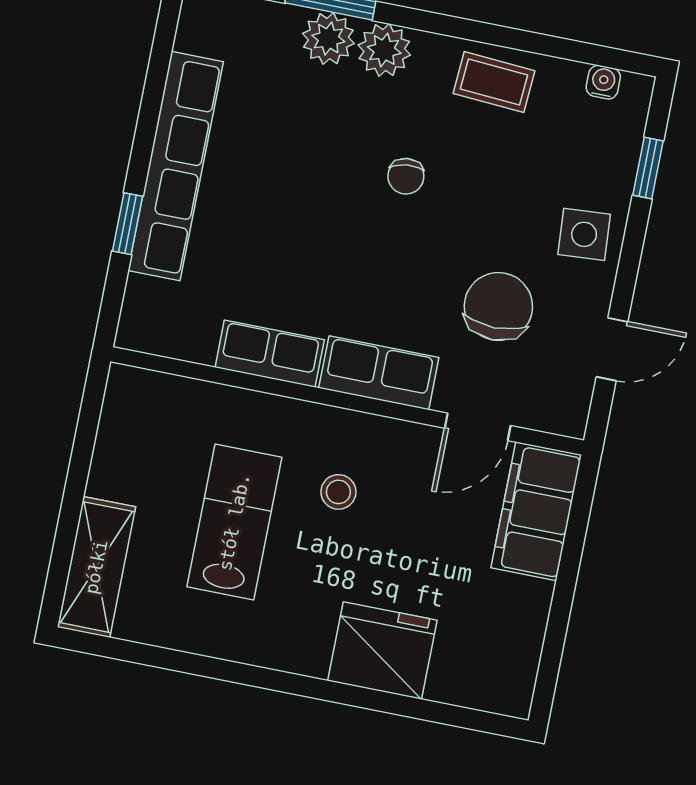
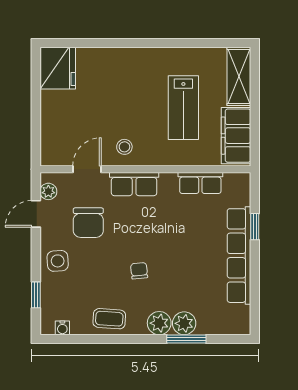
row of seats: (270, 354) -> (200, 183), moved
plant: (574, 394) -> (48, 191), added
stool: (338, 492) -> (124, 147), moved
filing cabinet: (536, 511) -> (236, 136), moved, turned 180
fridge: (382, 650) -> (58, 68), moved, turned -90

